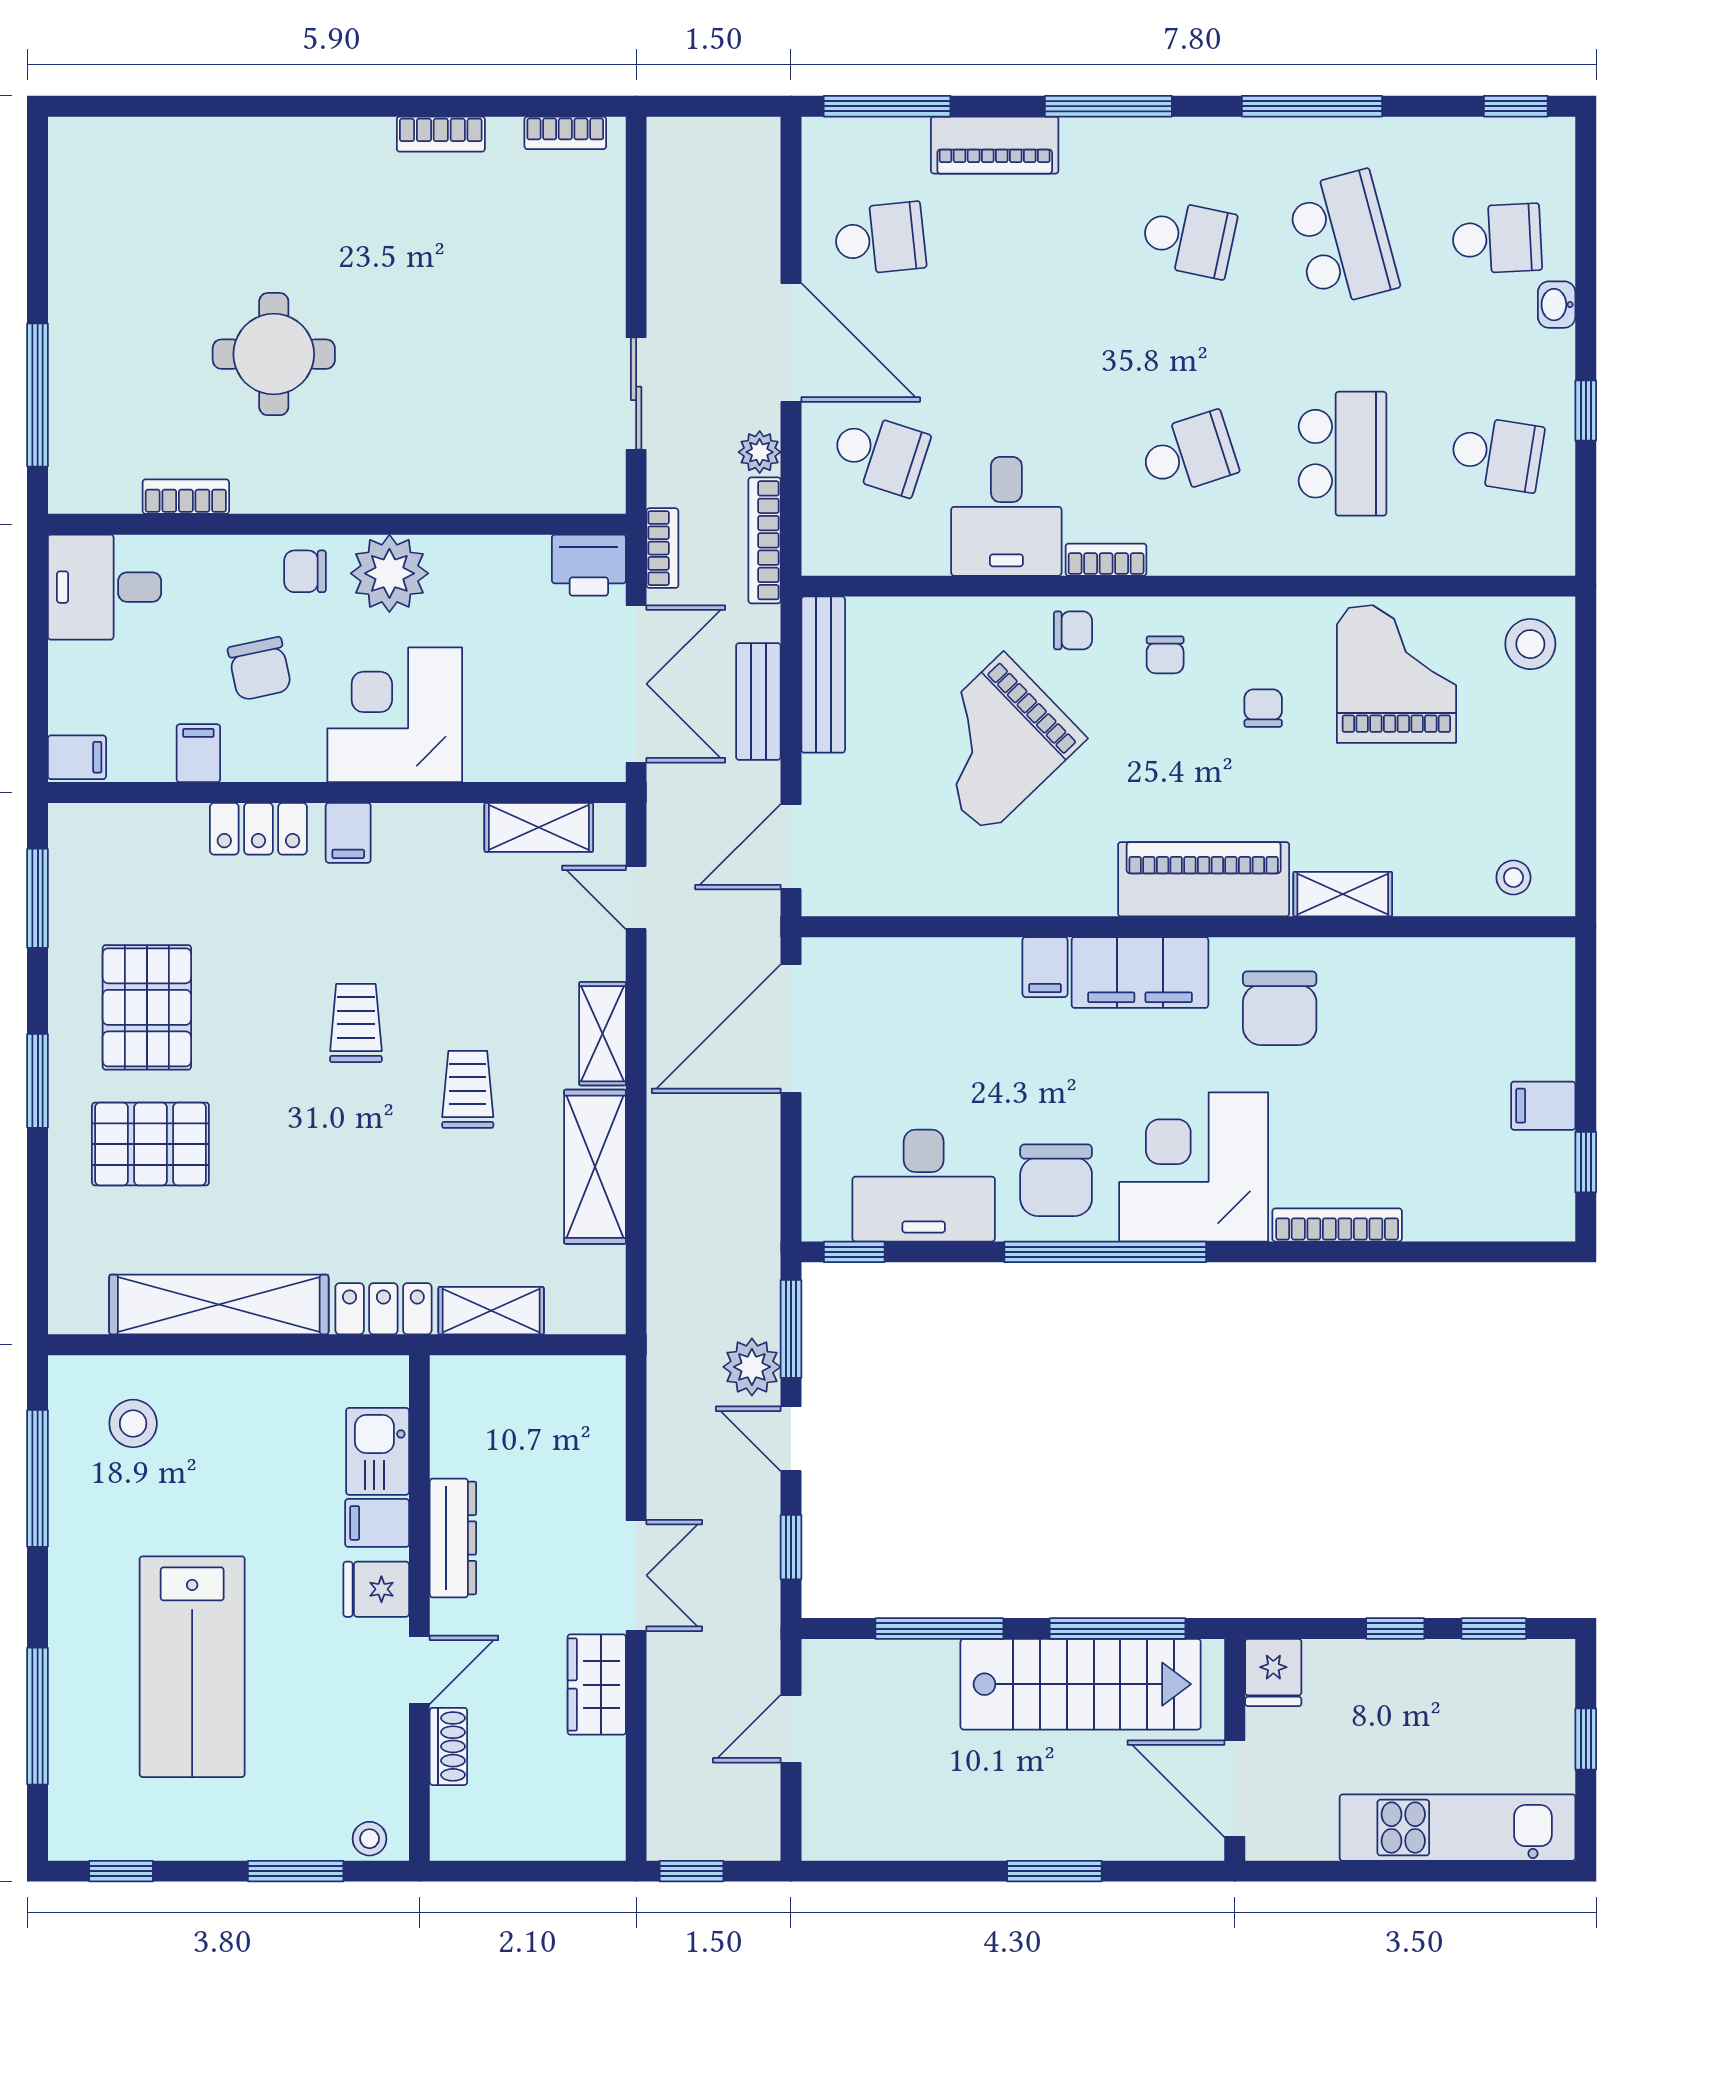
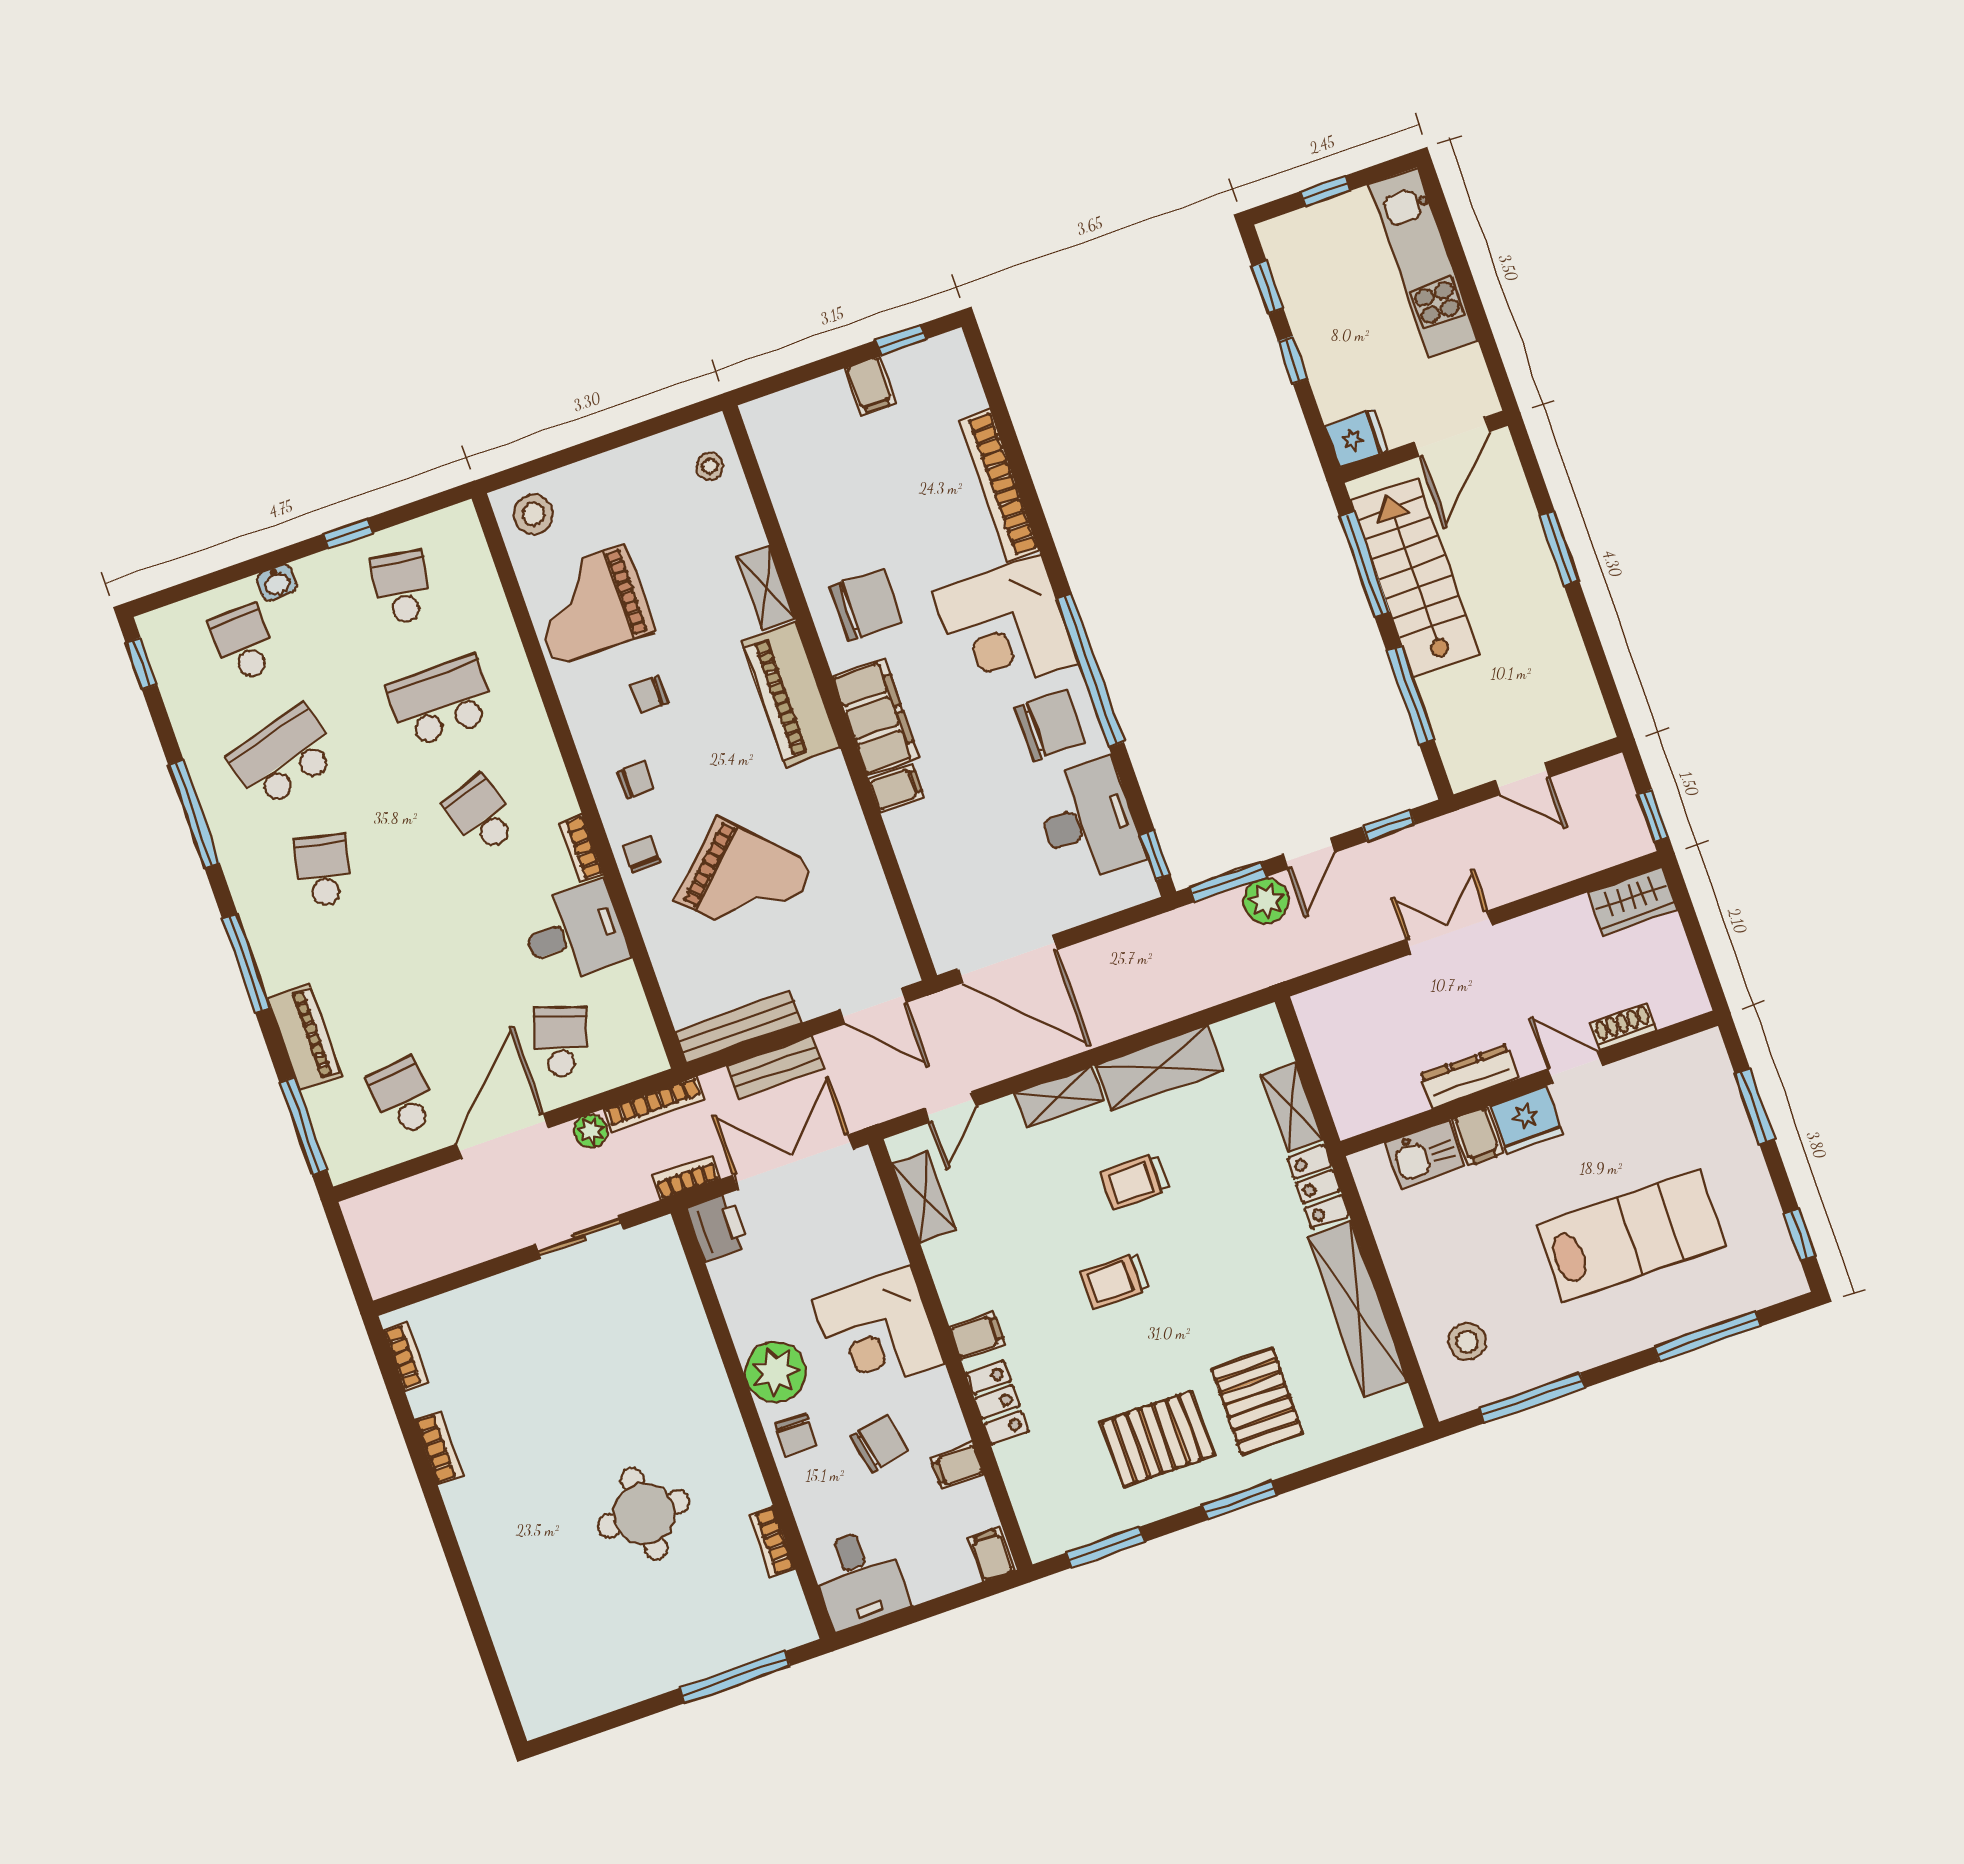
bookcase: (1337, 1225) -> (999, 485), width x1.48, depth x1.31
fridge: (376, 1589) -> (1527, 1120), width x1.38
wardrobe: (597, 1685) -> (1633, 901), moved
stool: (370, 1839) -> (1712, 1061), removed

